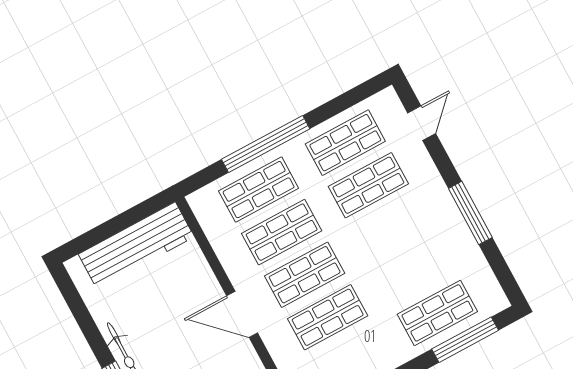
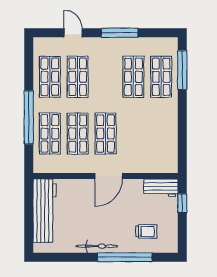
door: (422, 123) -> (73, 33), moved
shop shelf: (328, 317) -> (133, 77), moved

